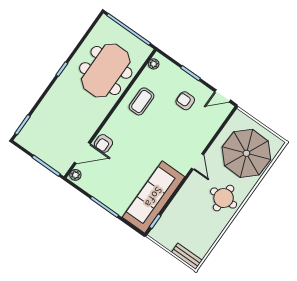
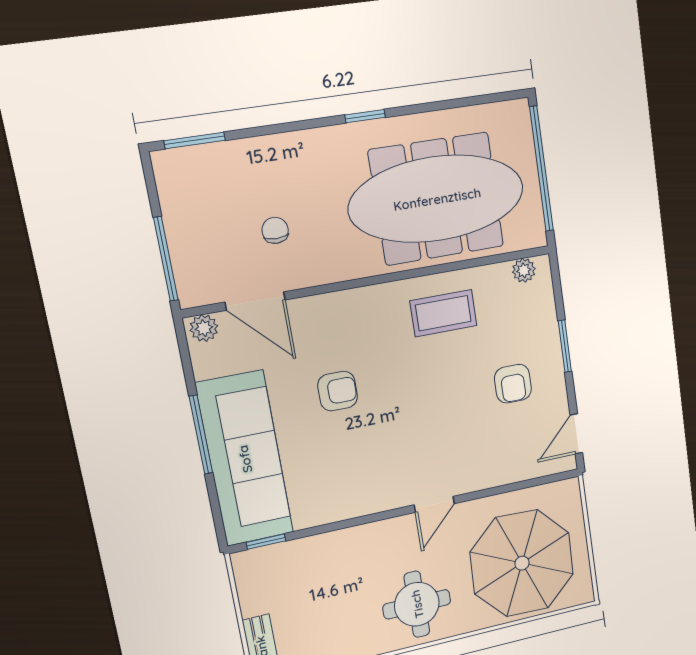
meeting table: (106, 71) -> (437, 199), width x1.36
door: (223, 96) -> (576, 434), hinge flipped
armchair: (185, 101) -> (513, 384), turned 180
chair: (68, 127) -> (275, 230), added
armchair: (103, 143) -> (338, 391), moved, turned 180
sofa: (154, 197) -> (245, 459), moved, turned 90

